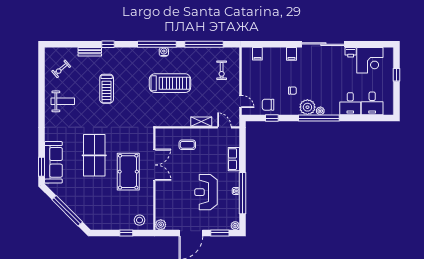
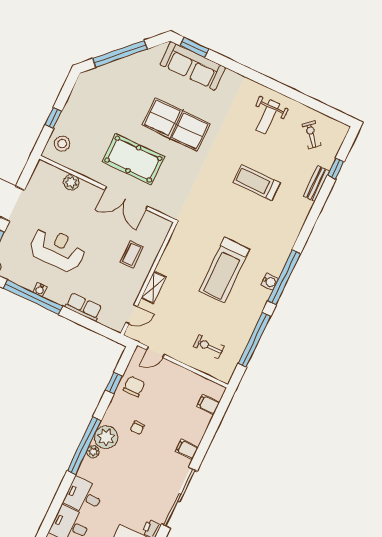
window: (108, 44) -> (336, 169), moved
plant: (161, 225) -> (71, 182), moved

